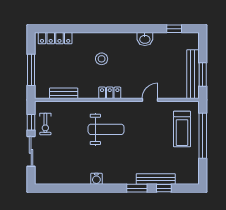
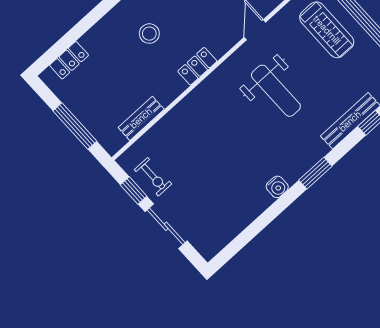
locker: (55, 38) -> (69, 60), width x0.66
weight bench: (106, 129) -> (276, 91), moved, turned 90
window: (137, 188) -> (315, 173), moved

